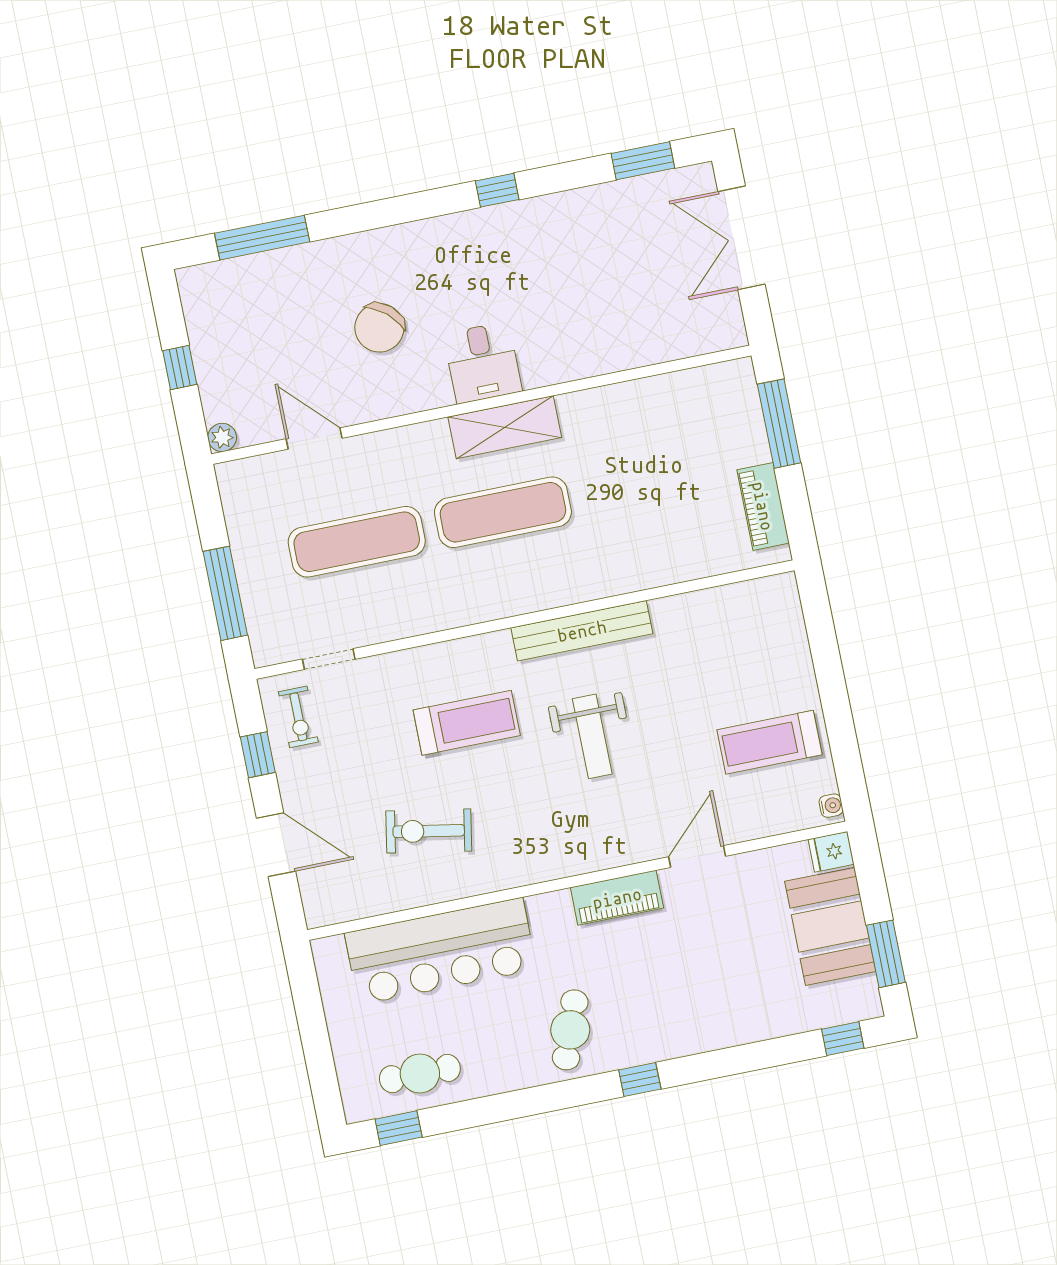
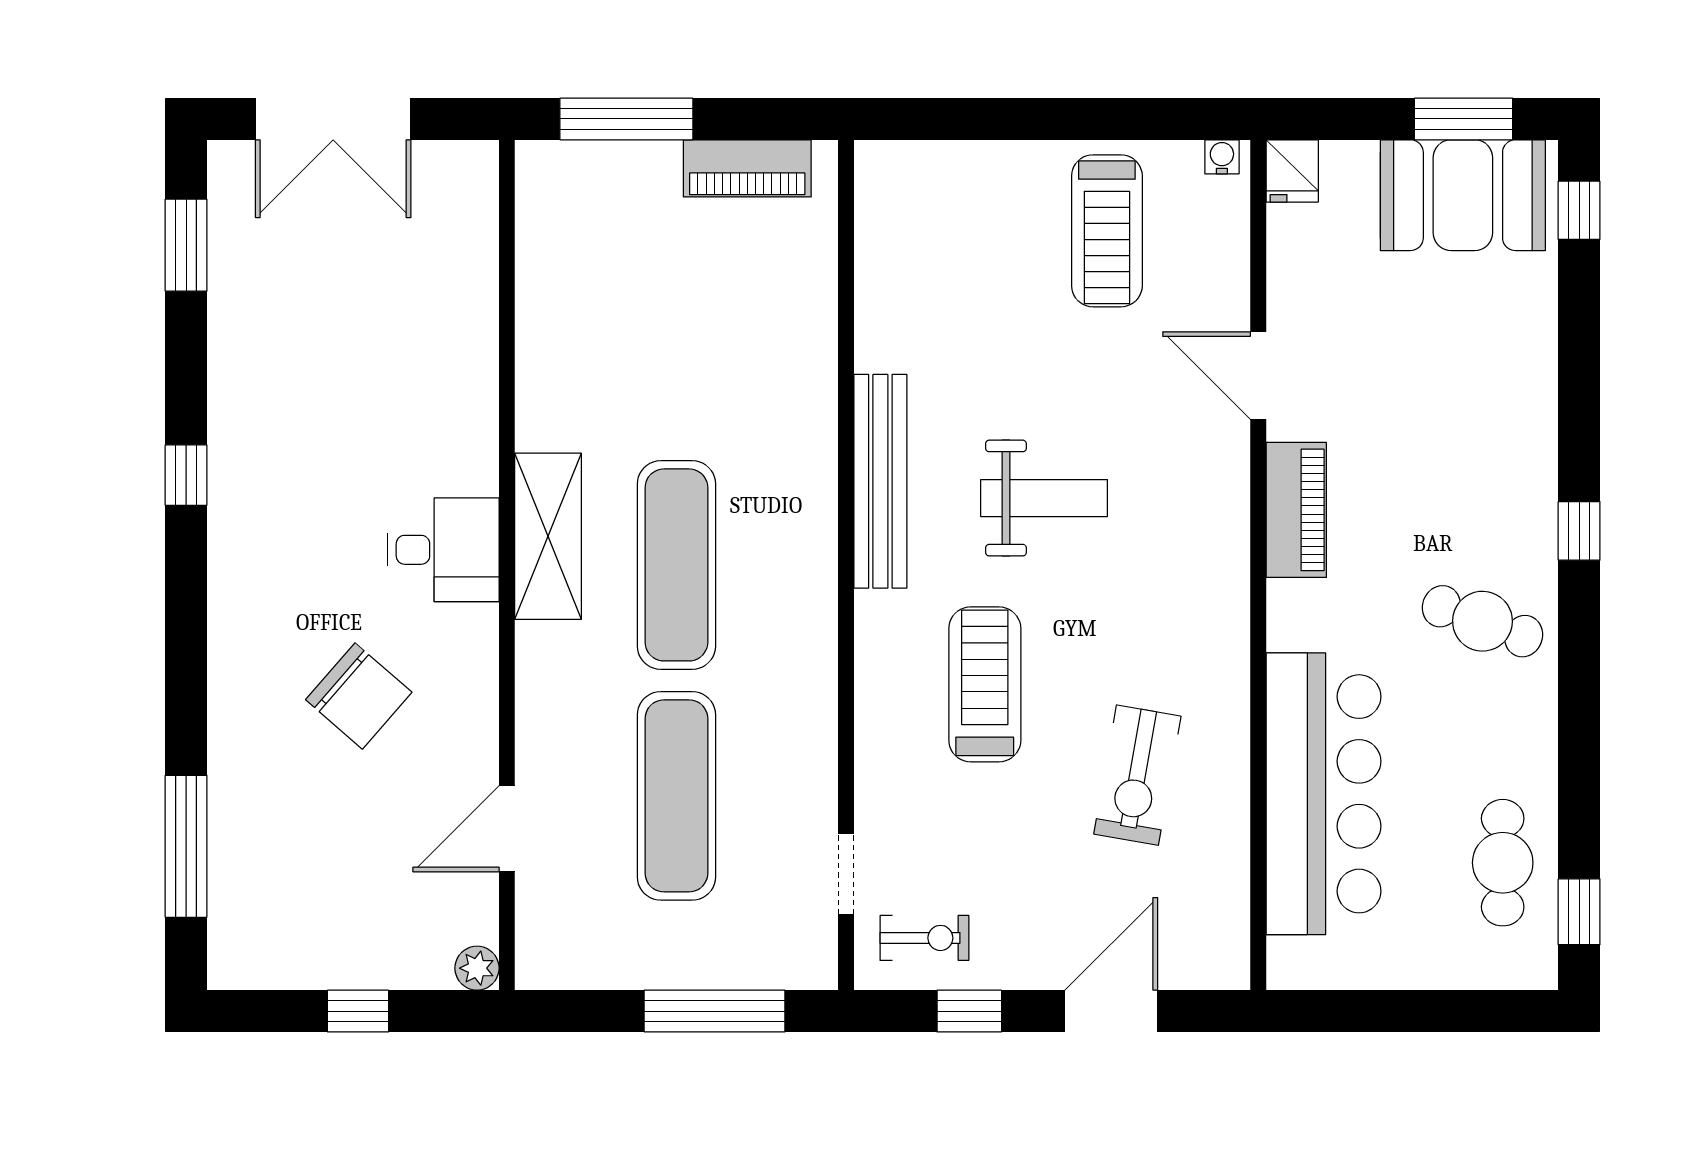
booth: (830, 926) -> (1463, 195), moved

